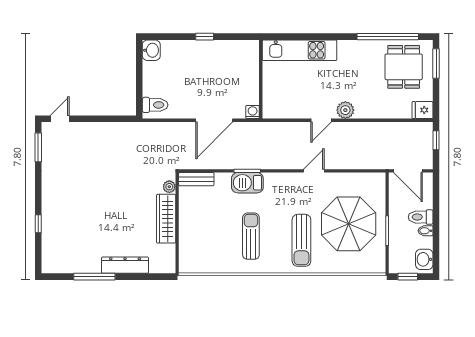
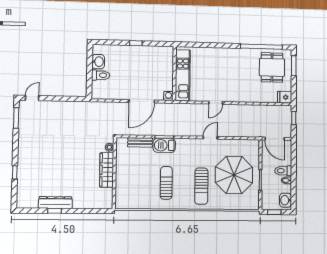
washbasin: (151, 50) -> (98, 62), moved
kitchen unit: (300, 50) -> (183, 75), moved, turned -90
toilet: (155, 105) -> (101, 75), moved
plant: (345, 110) -> (232, 96), removed
bench: (196, 179) -> (140, 142), moved
dresser: (125, 265) -> (55, 203), moved
window: (94, 277) -> (55, 211), width x0.46

